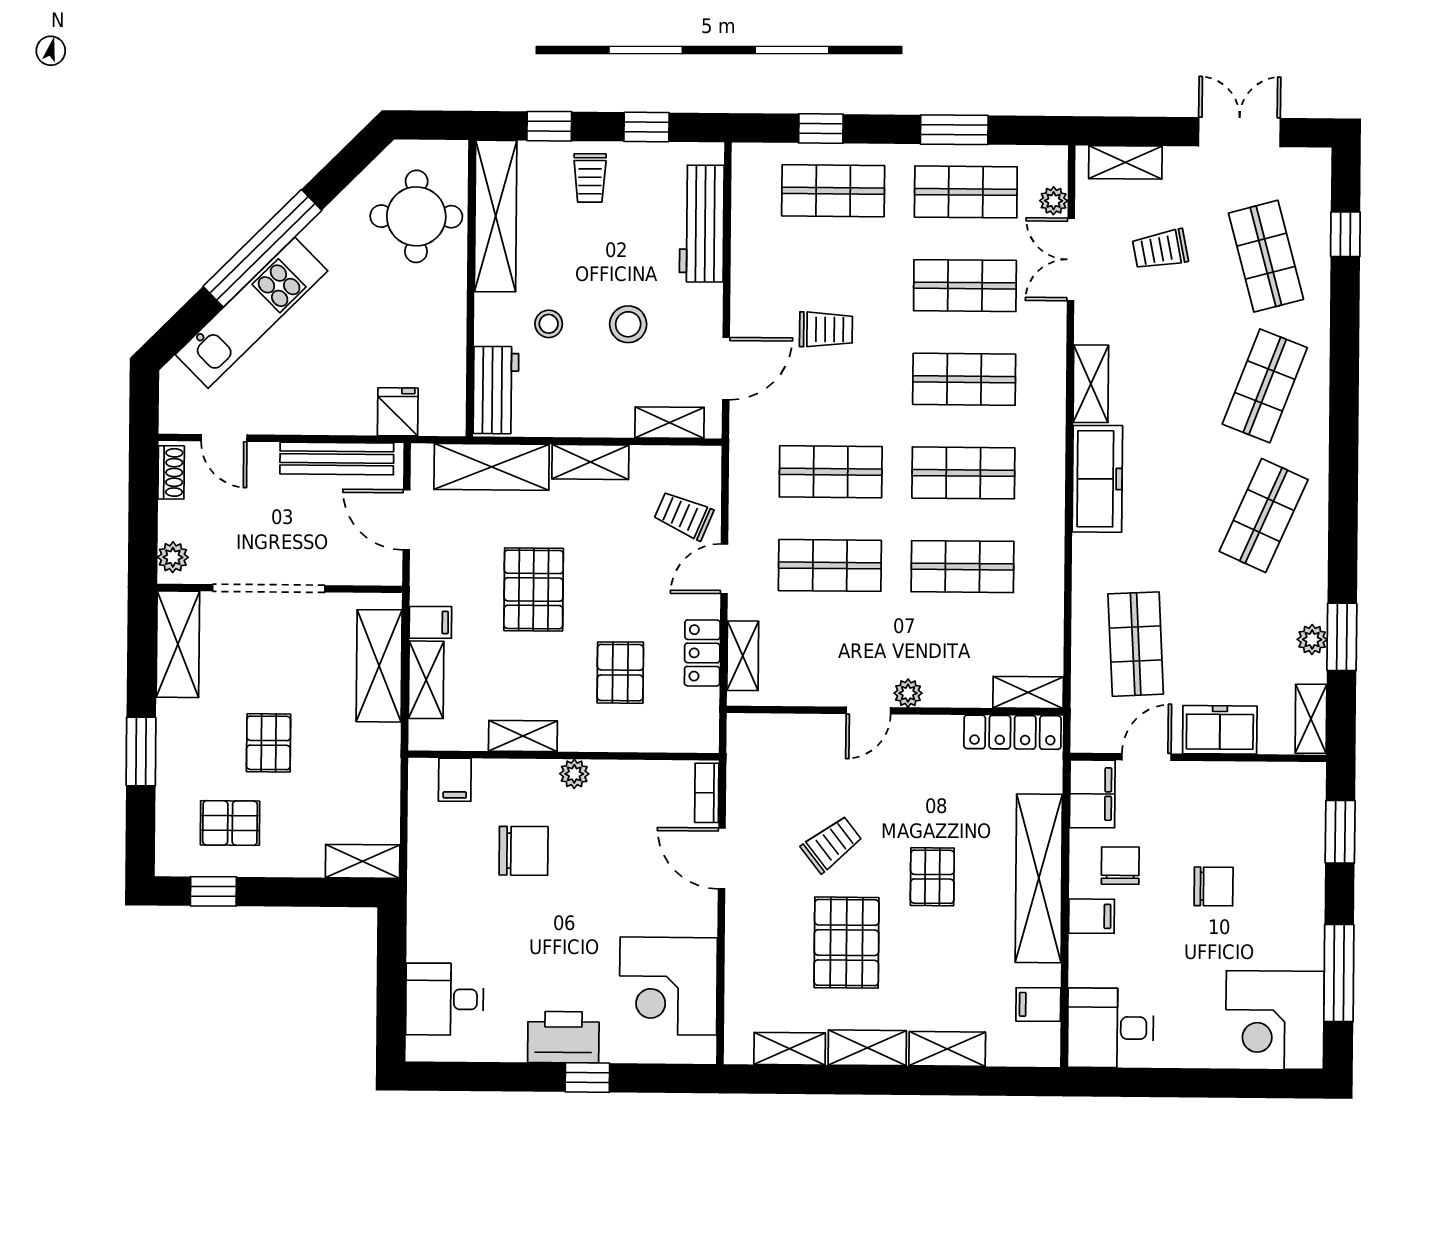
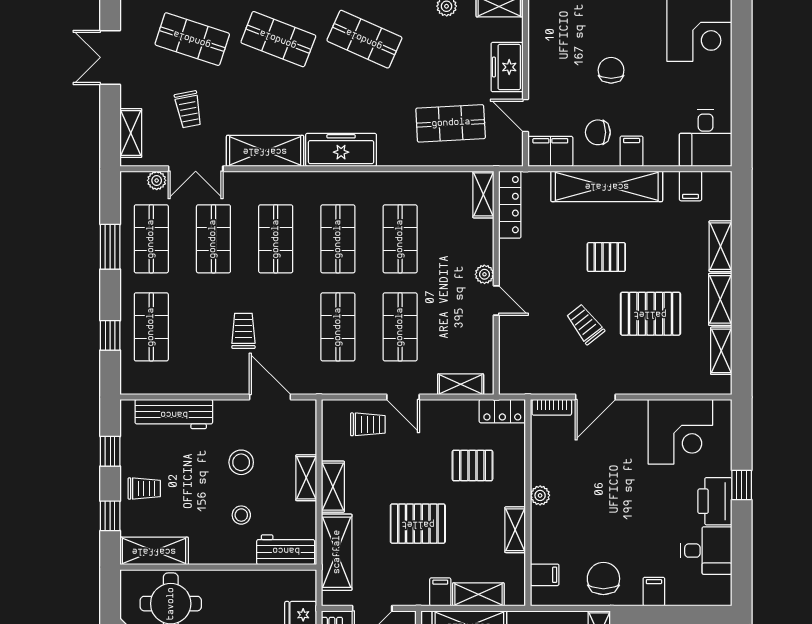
shelving: (496, 216) -> (154, 551), width x0.68
shop shelf: (1266, 256) -> (192, 39), turned 33
shelving: (1091, 384) -> (265, 151), width x1.50, depth x1.33
shelving: (670, 423) -> (306, 478), moved
trolley: (684, 515) -> (368, 424), turned -113
locker: (702, 653) -> (502, 411), moved
chair: (524, 851) -> (603, 579), moved
filing cabinet: (428, 944) -> (654, 592), added
desk: (445, 999) -> (706, 551), moved, turned -90

